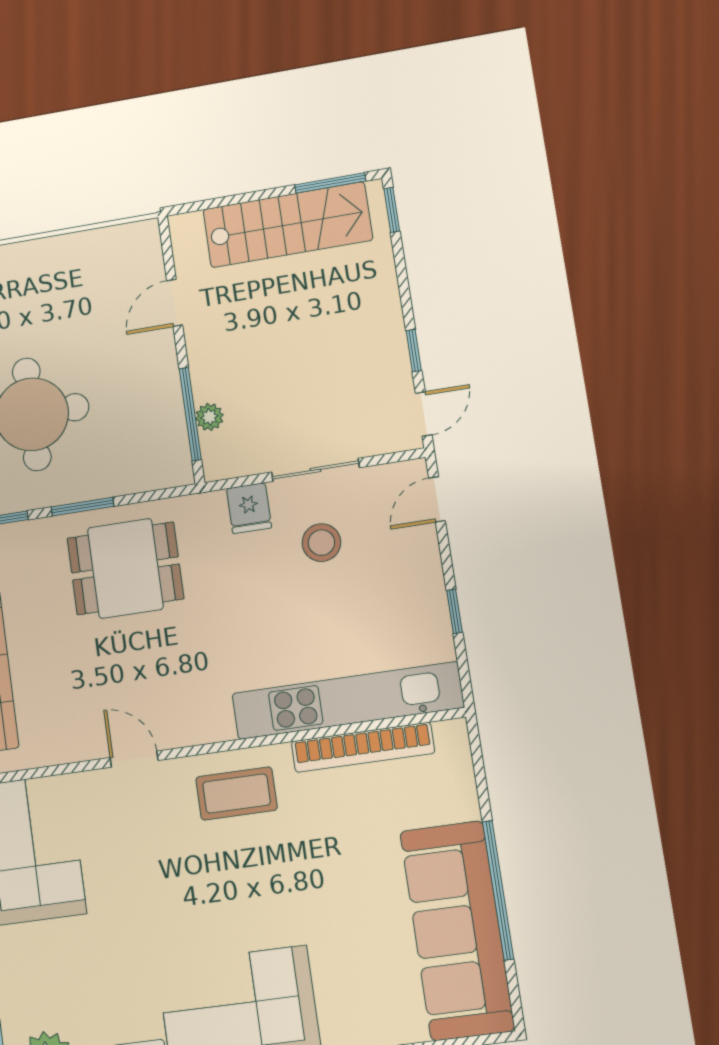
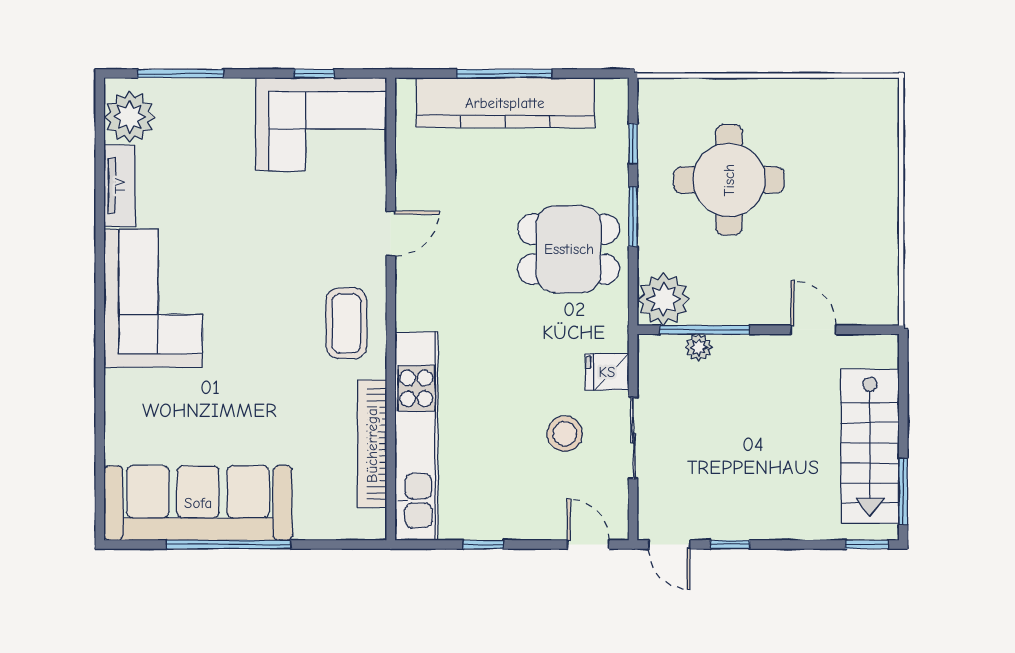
plant: (164, 461) -> (664, 299), added
dining table: (125, 568) -> (569, 249), turned 90

